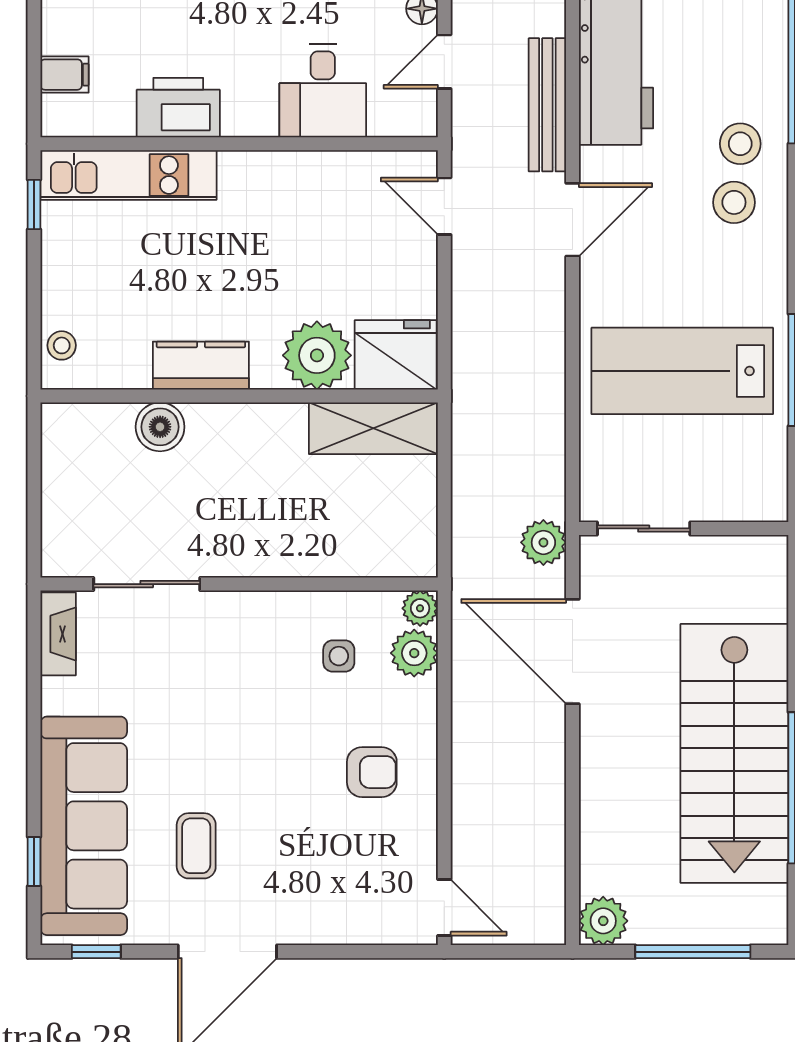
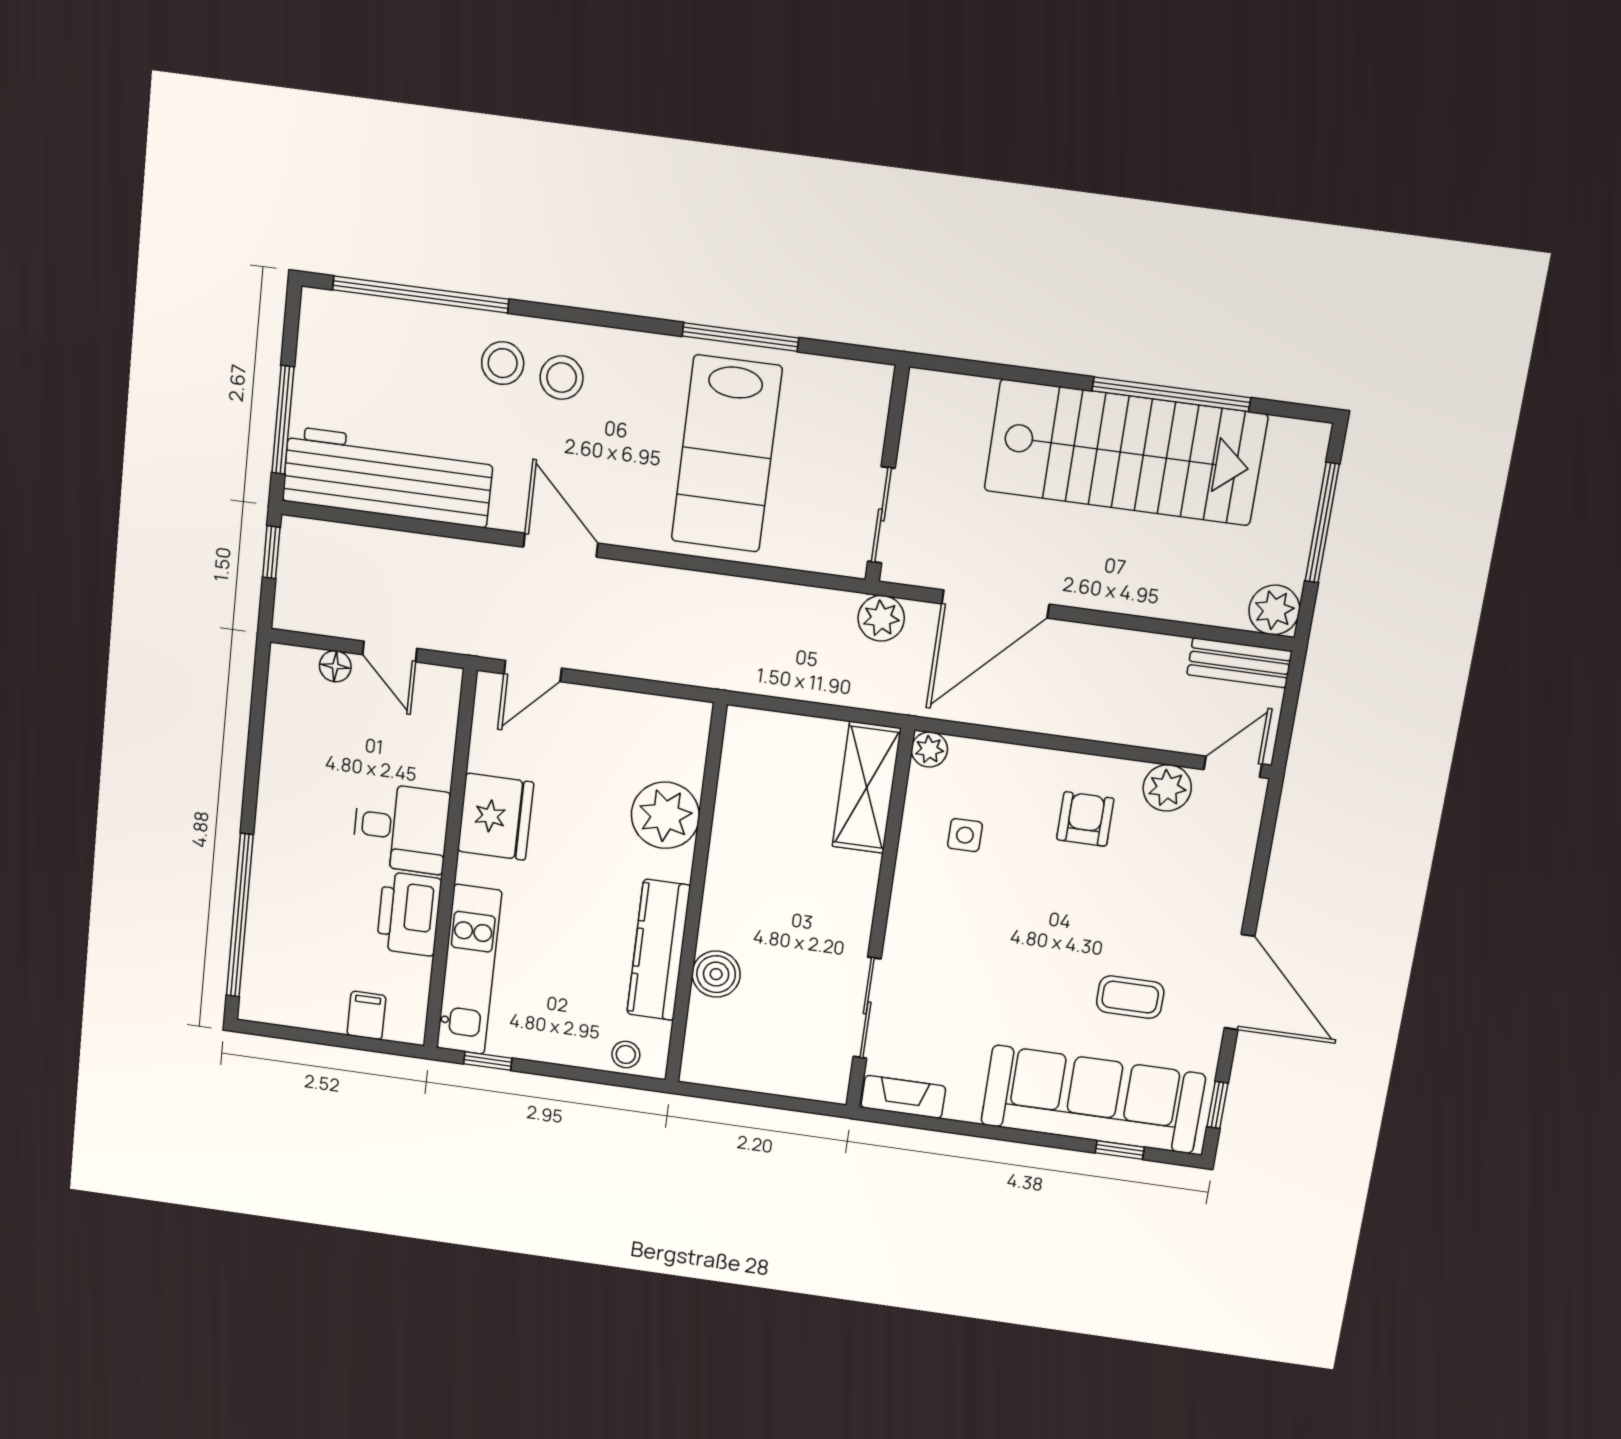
desk: (323, 91) -> (401, 828), moved
bench: (547, 105) -> (1239, 663), moved, width x0.73
fridge: (396, 355) -> (495, 817), moved, turned 180
kitchen counter: (201, 366) -> (659, 950), width x1.50
shelving: (373, 428) -> (867, 787), moved
plant: (414, 653) -> (1167, 788), moved

